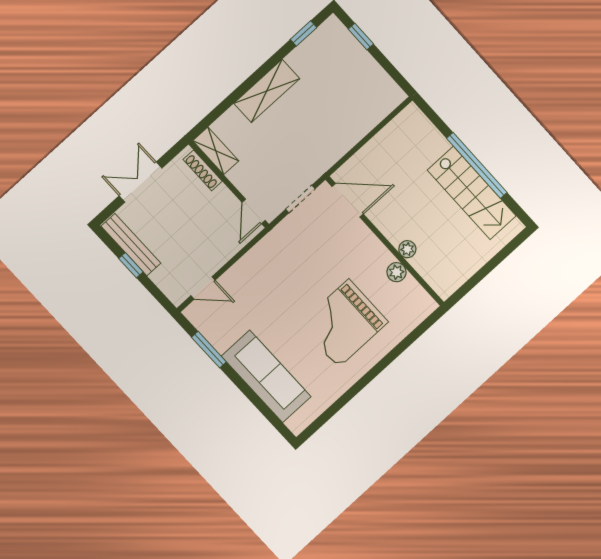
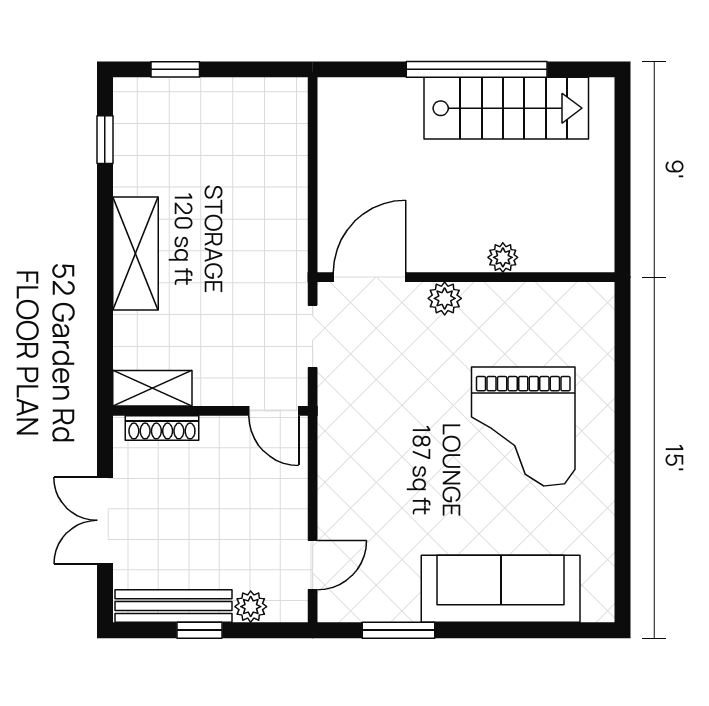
plant: (397, 272) -> (445, 298), moved
plant: (161, 278) -> (251, 607), added

